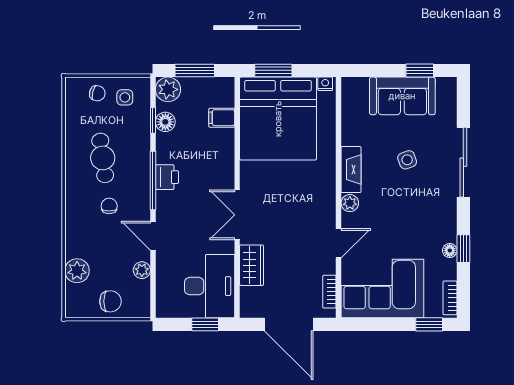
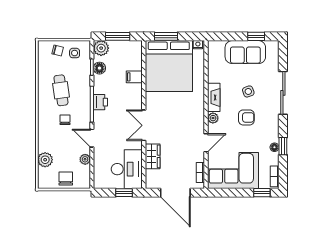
filing cabinet: (222, 118) -> (134, 77), moved
armchair: (404, 202) -> (246, 117), added
chair: (110, 301) -> (66, 179), turned -90

